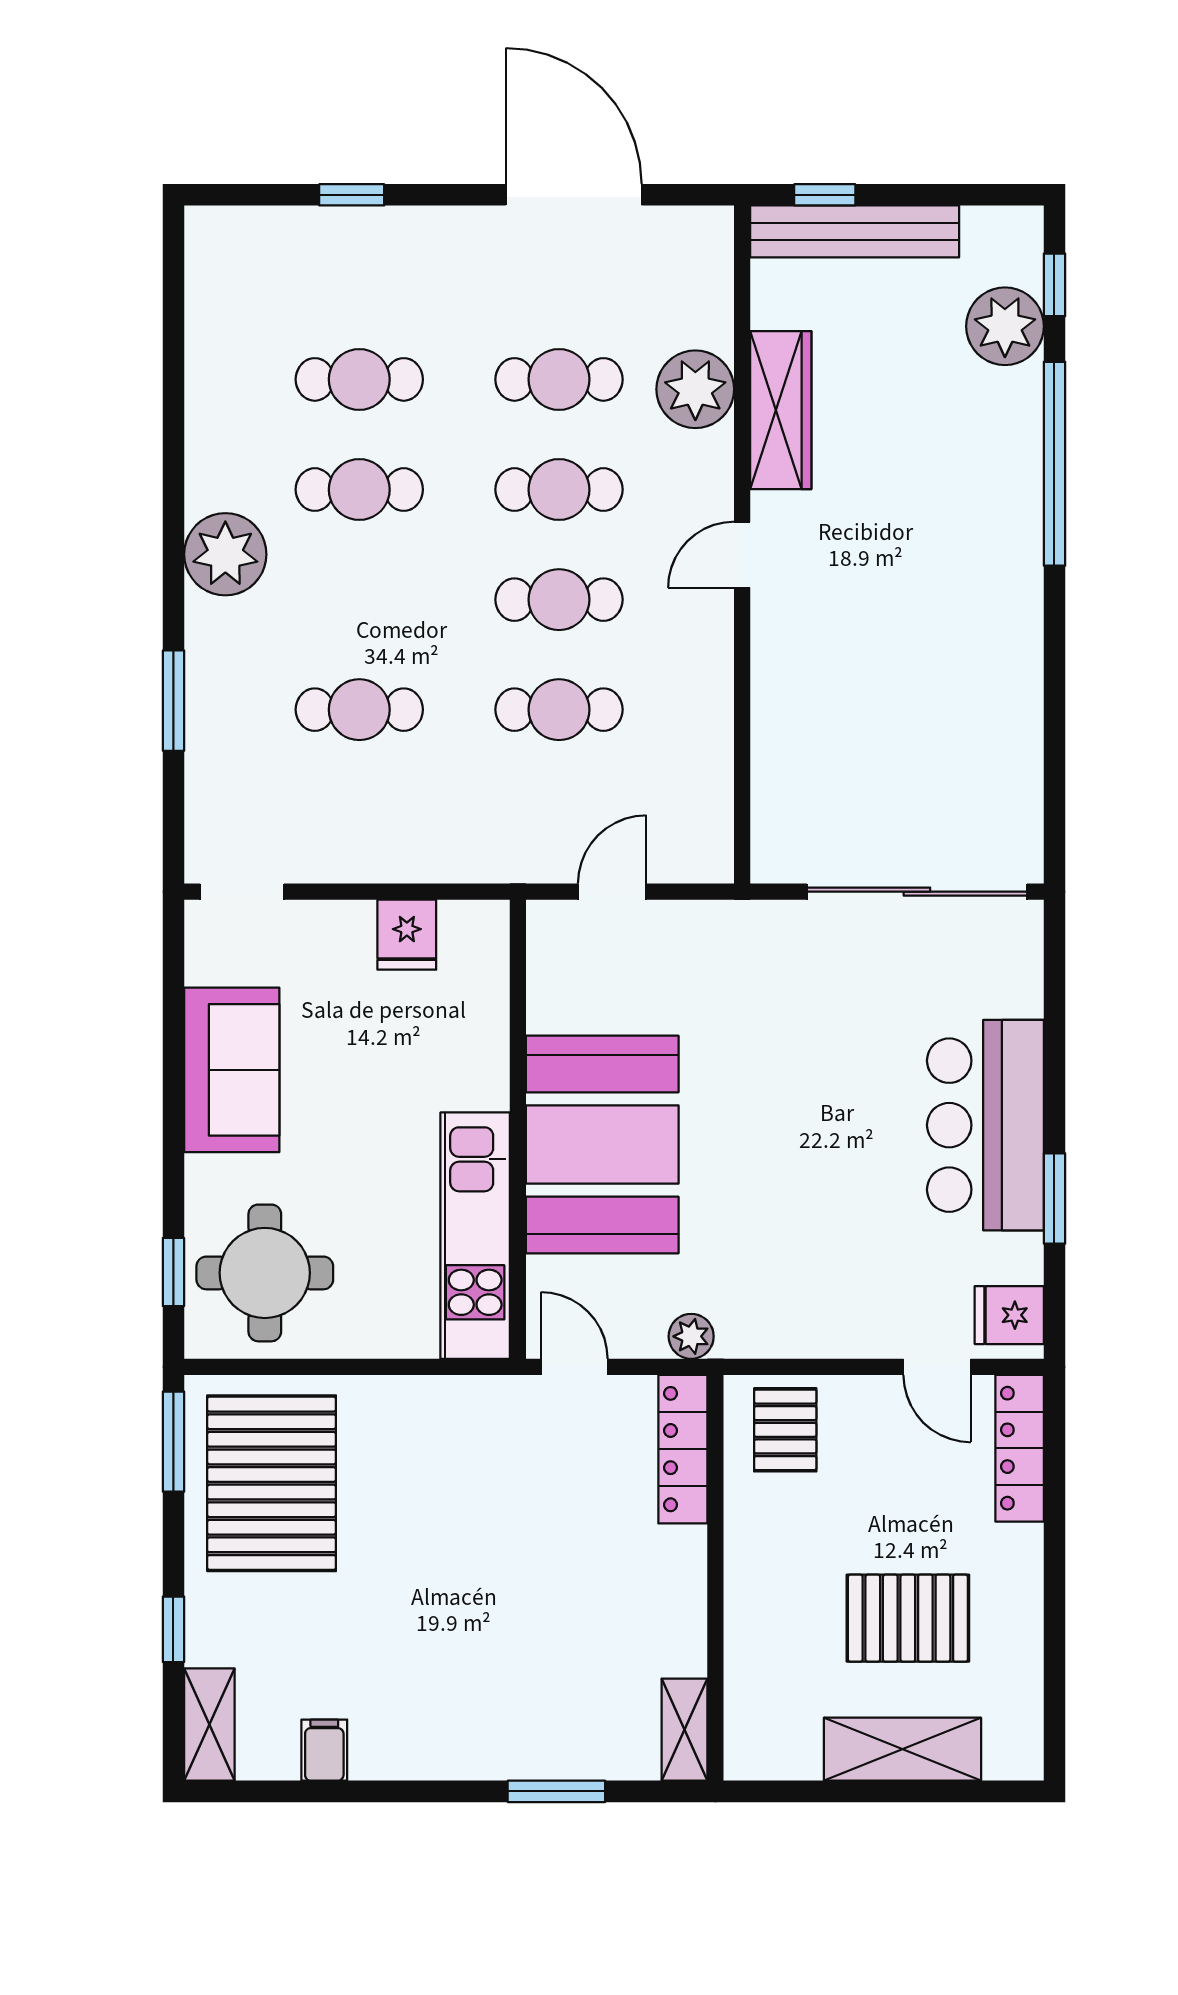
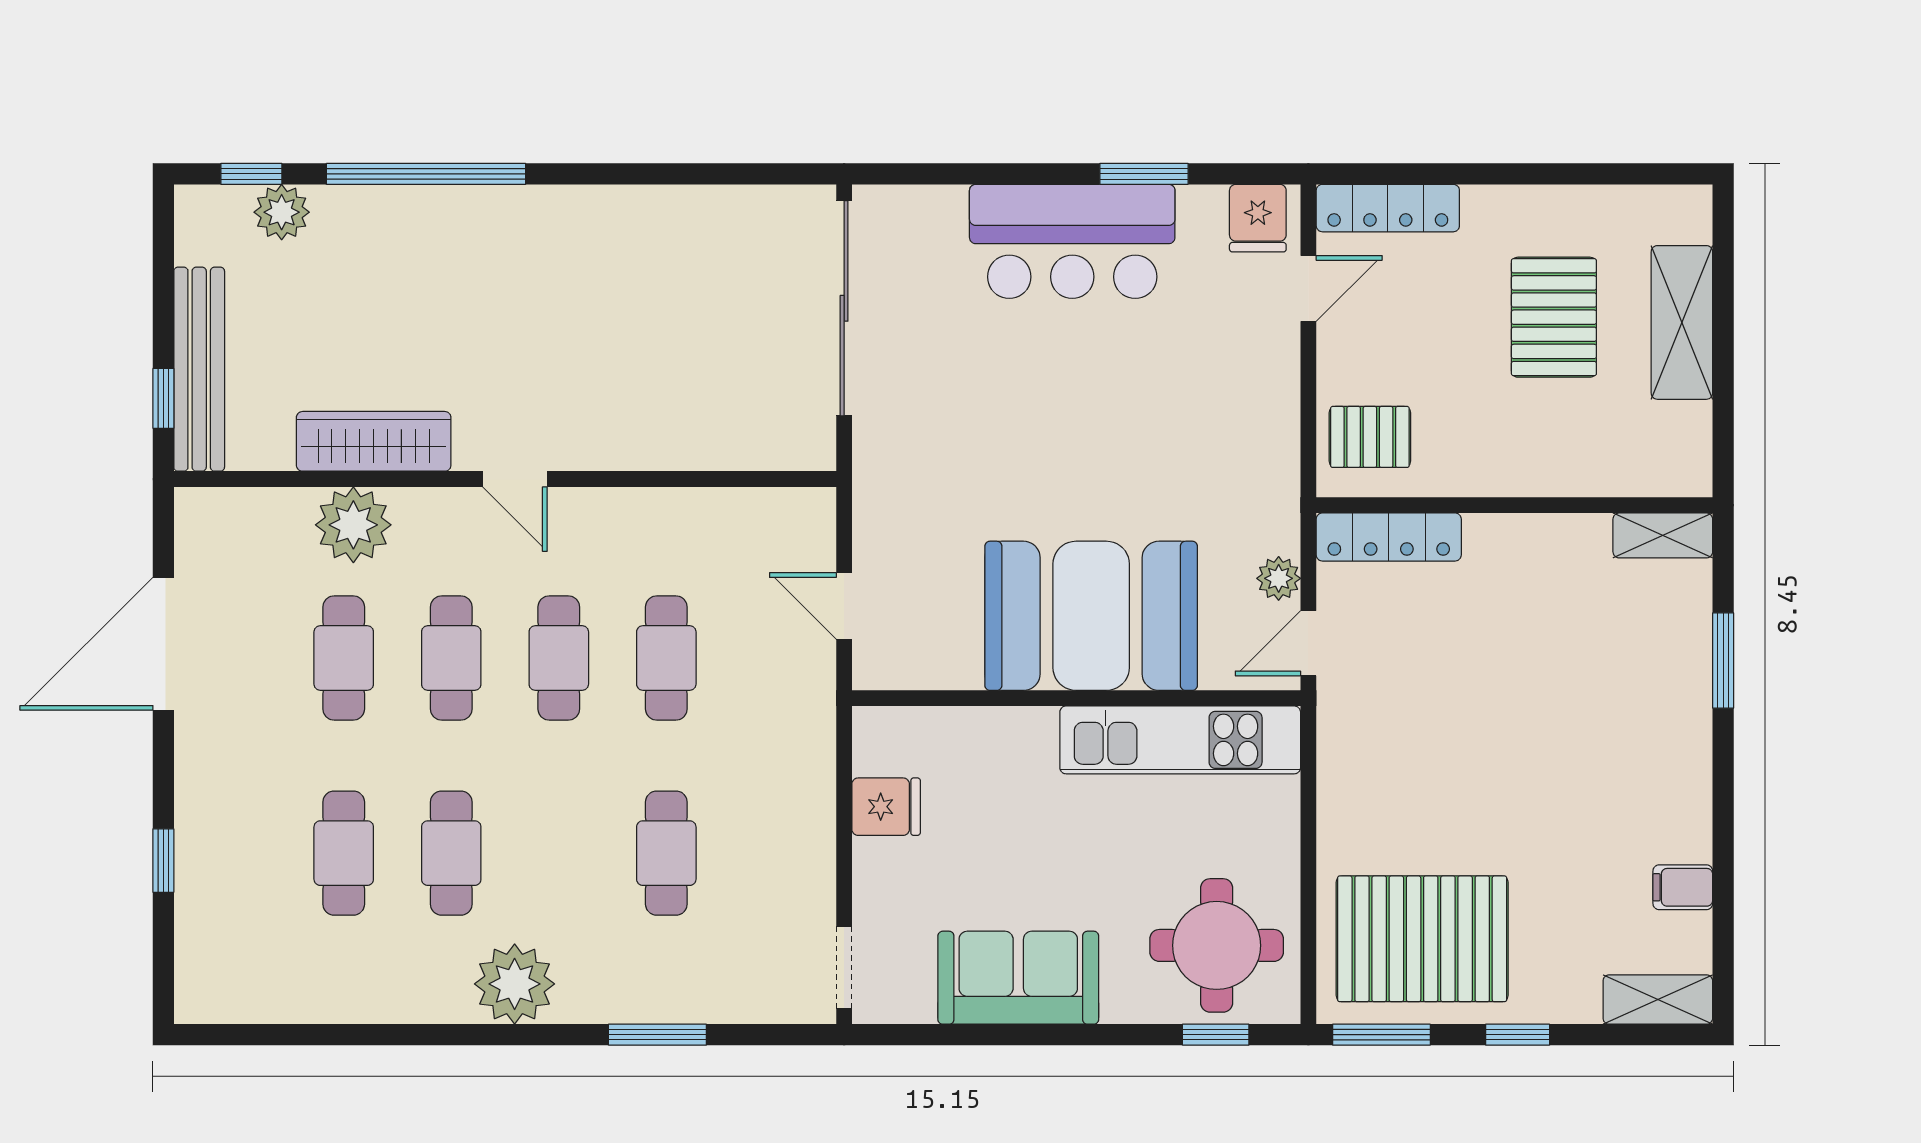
plant: (1005, 326) -> (282, 212), width x0.73, depth x0.73
plant: (691, 1336) -> (1279, 578), moved
window: (173, 1629) -> (1518, 1035), moved

